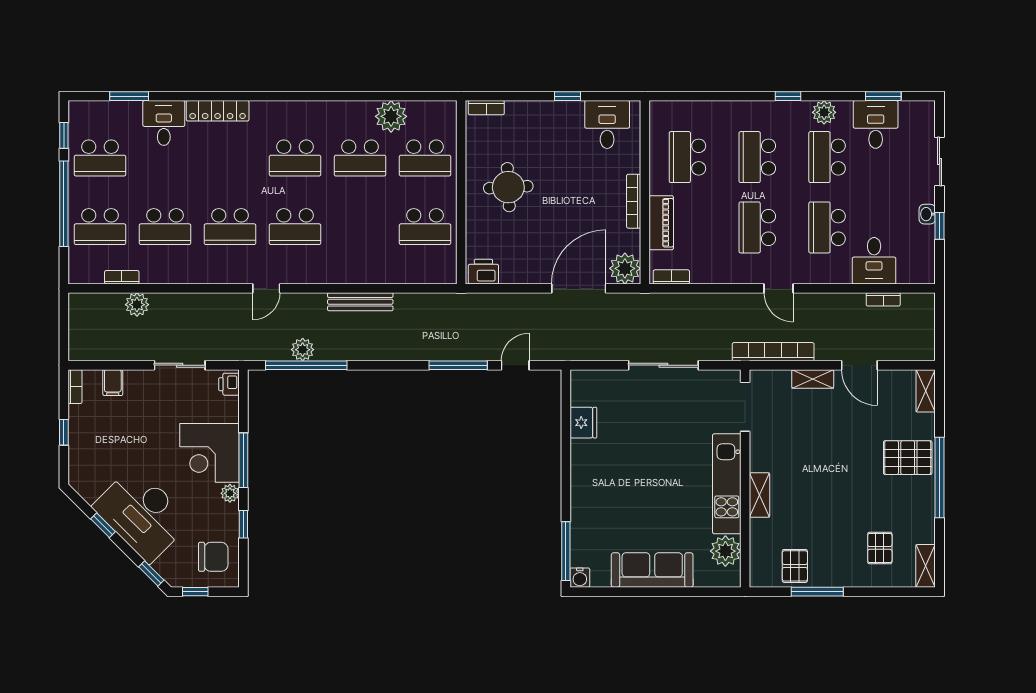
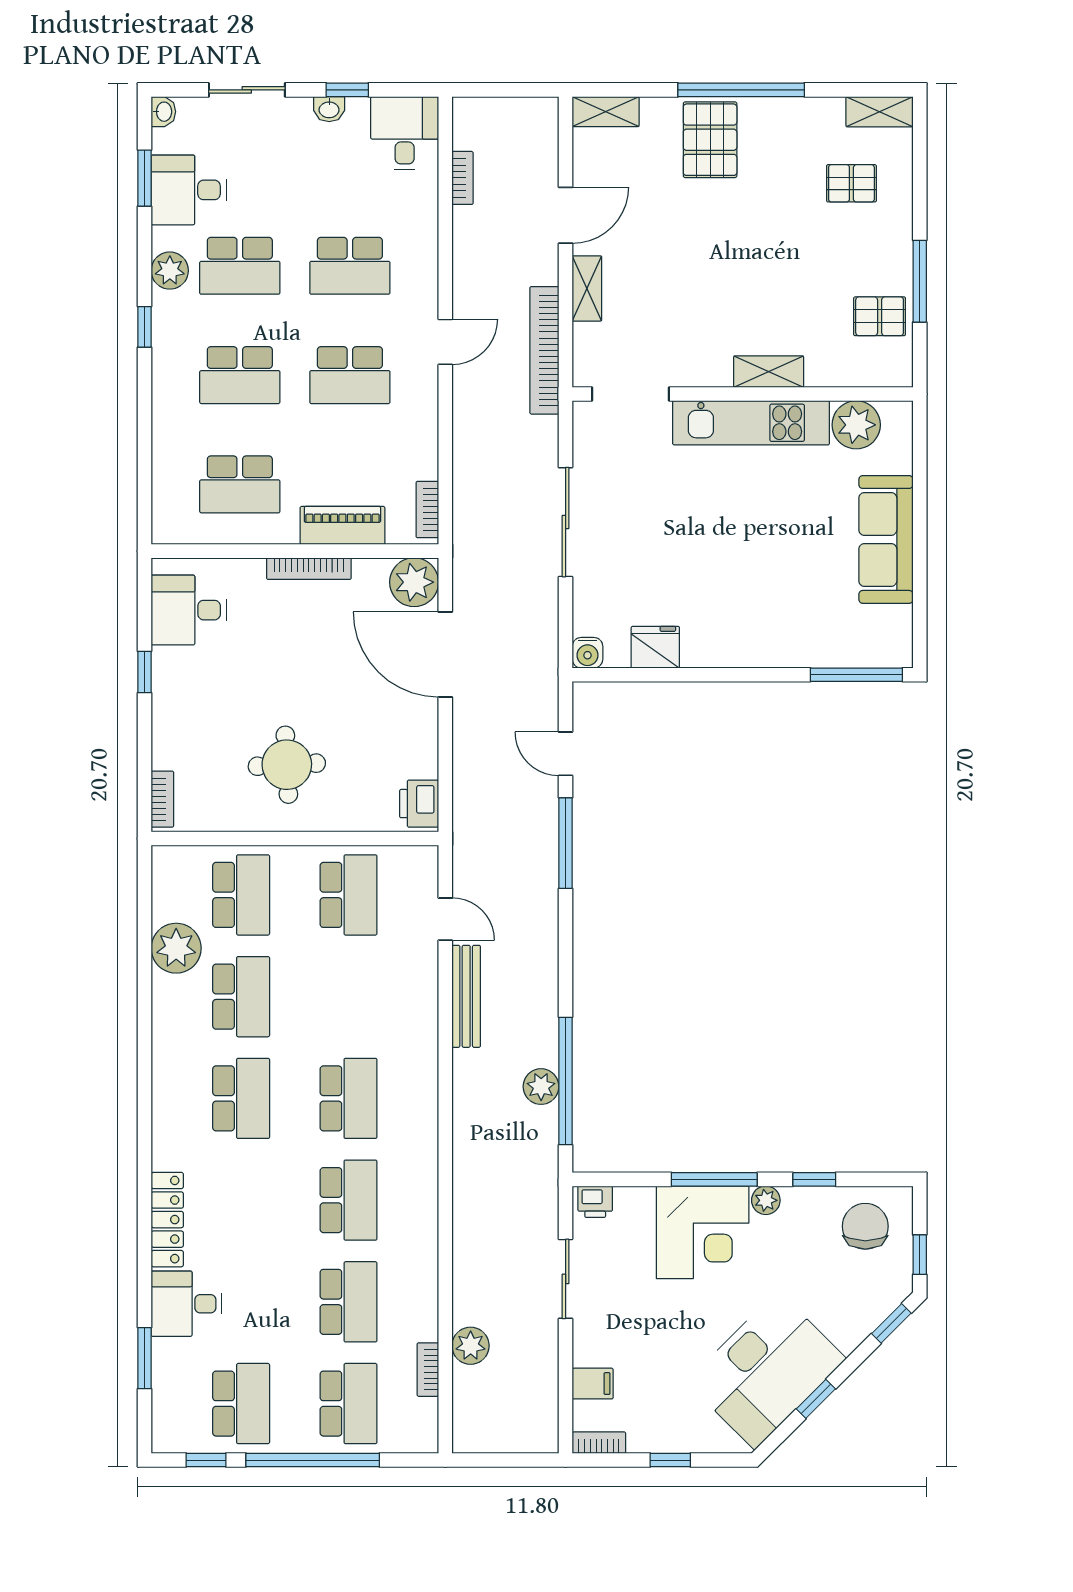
washbasin: (926, 108) -> (163, 112), added
desk: (874, 261) -> (405, 133), moved, turned -90
door: (266, 288) -> (445, 919), moved
desk: (142, 514) -> (766, 1370), moved
water cooler: (580, 578) -> (588, 653), moved, turned 90

